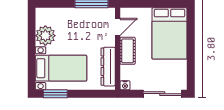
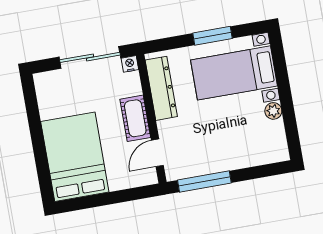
plant: (45, 36) -> (273, 111), width x0.53, depth x0.53
window: (55, 94) -> (213, 36), moved
sliding door: (162, 94) -> (90, 57), moved

